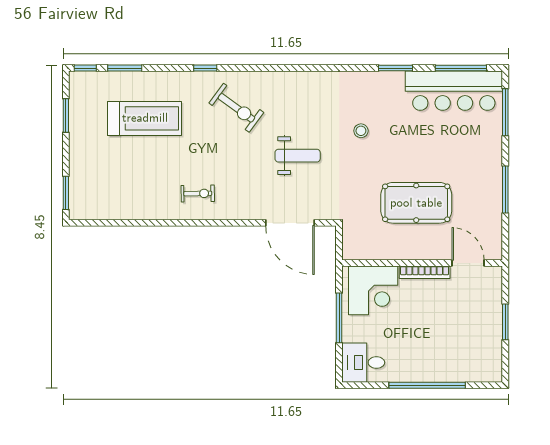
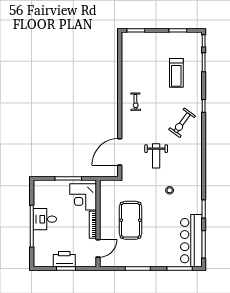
treadmill: (145, 118) -> (176, 73), width x0.73, depth x0.73
printer: (488, 325) -> (64, 259), added
desk: (363, 363) -> (45, 219), moved, turned -90

